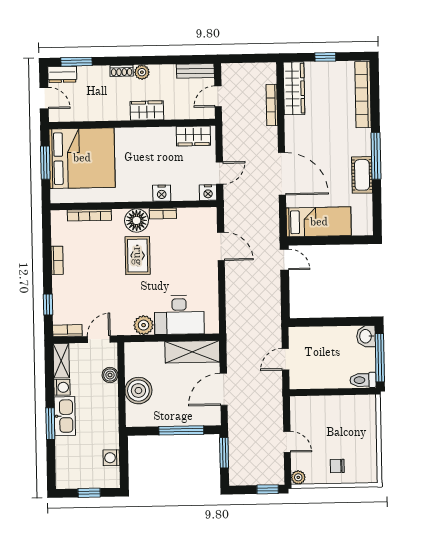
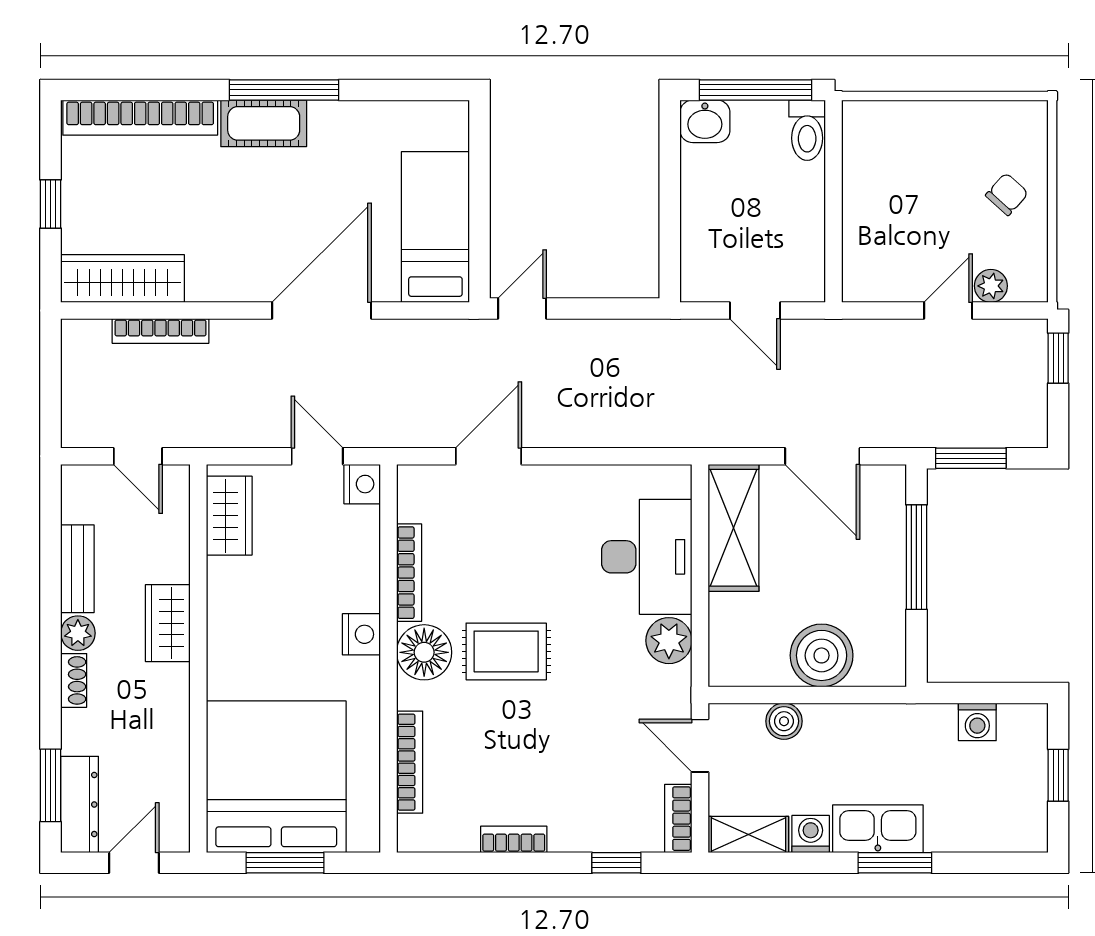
bench: (195, 71) -> (77, 569), moved
dresser: (62, 74) -> (80, 805), width x1.44
cot: (362, 175) -> (264, 123), moved
nightstand: (162, 193) -> (361, 634), moved
bookcase: (163, 213) -> (409, 573), width x1.56
chair: (337, 466) -> (1007, 194), turned -138
plant: (298, 477) -> (991, 286), moved

